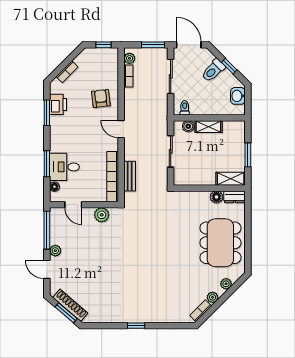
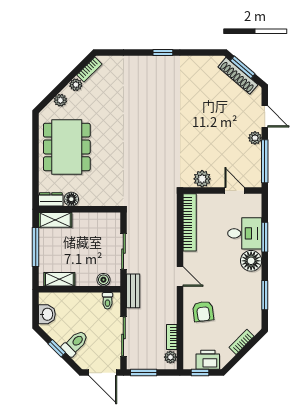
printer: (58, 104) -> (208, 360), moved, turned 90
shelving: (208, 127) -> (59, 279), moved
window: (248, 155) -> (36, 247), width x1.44
bench: (130, 176) -> (133, 291), moved
floor lamp: (54, 187) -> (251, 261), moved, width x1.89, depth x1.89

